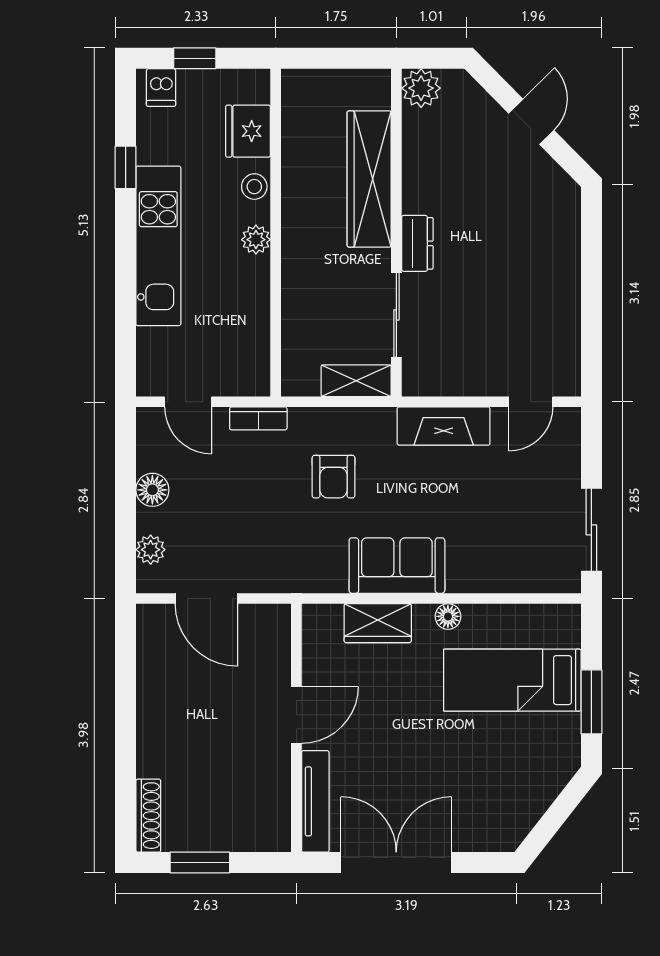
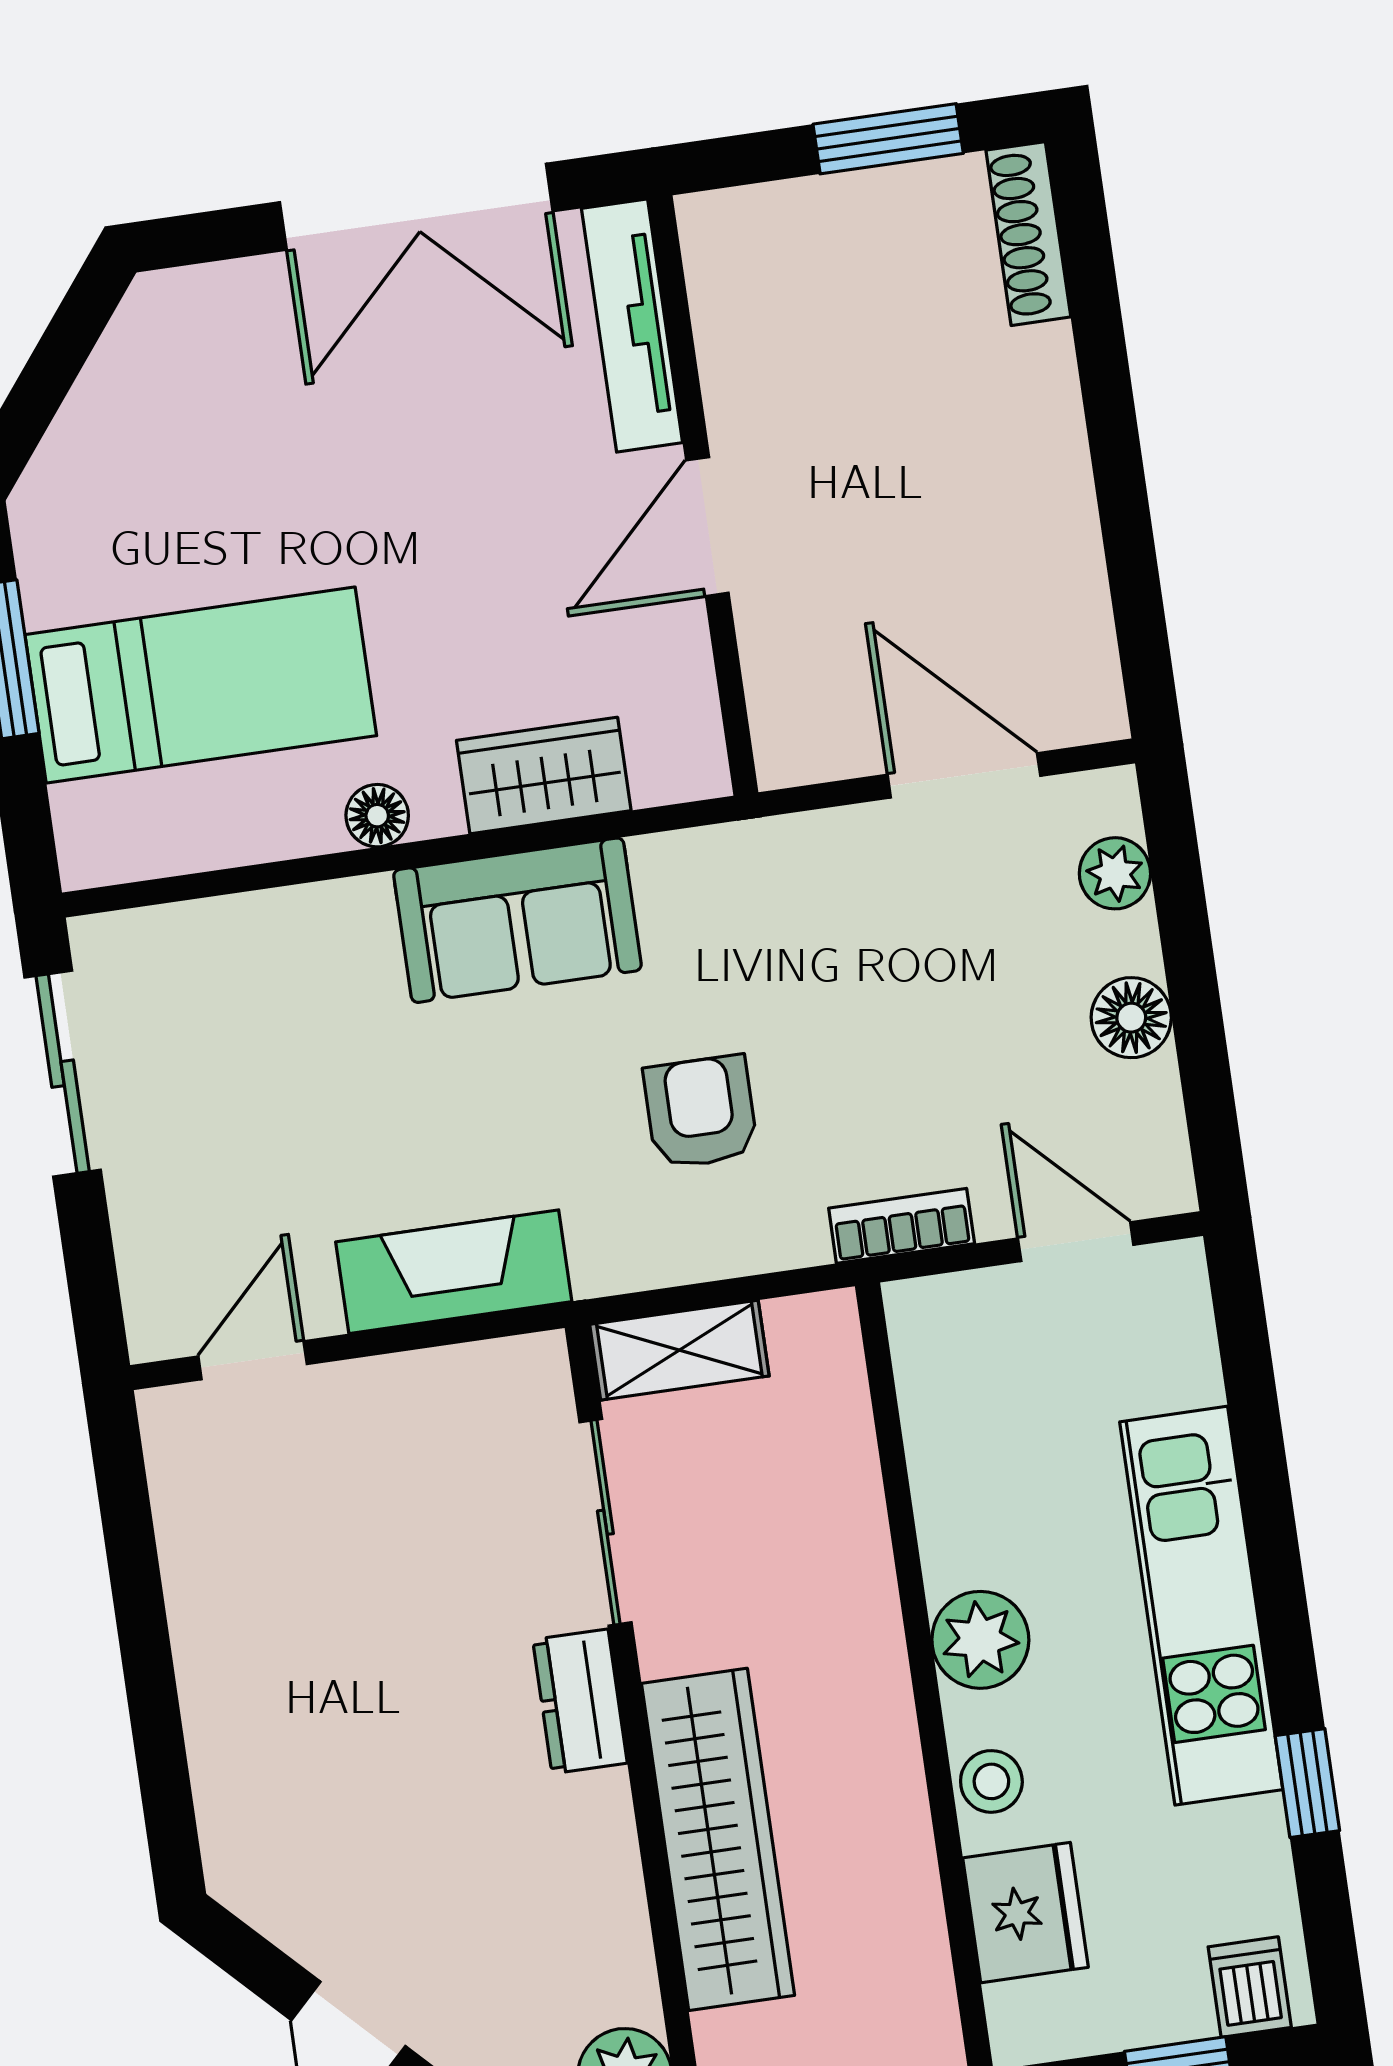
plant: (256, 240) -> (980, 1640), width x1.38, depth x1.38

